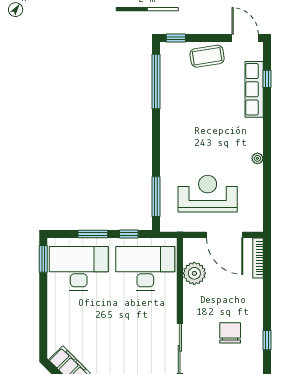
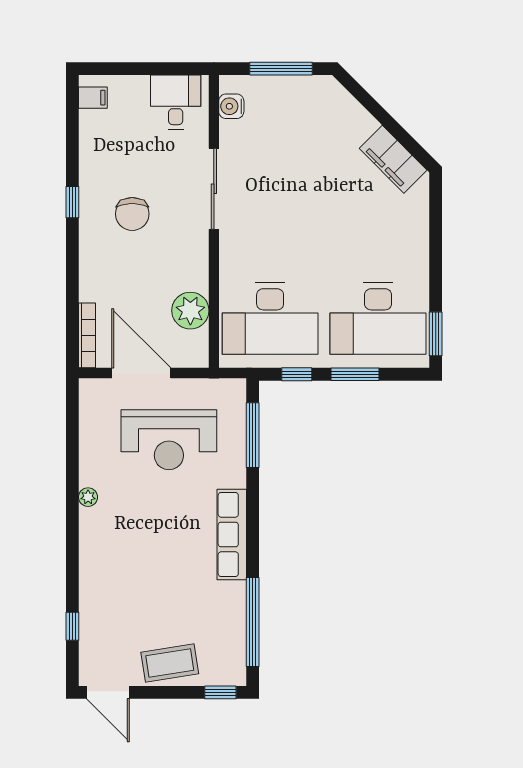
row of seats: (254, 89) -> (232, 535), moved, turned 180

